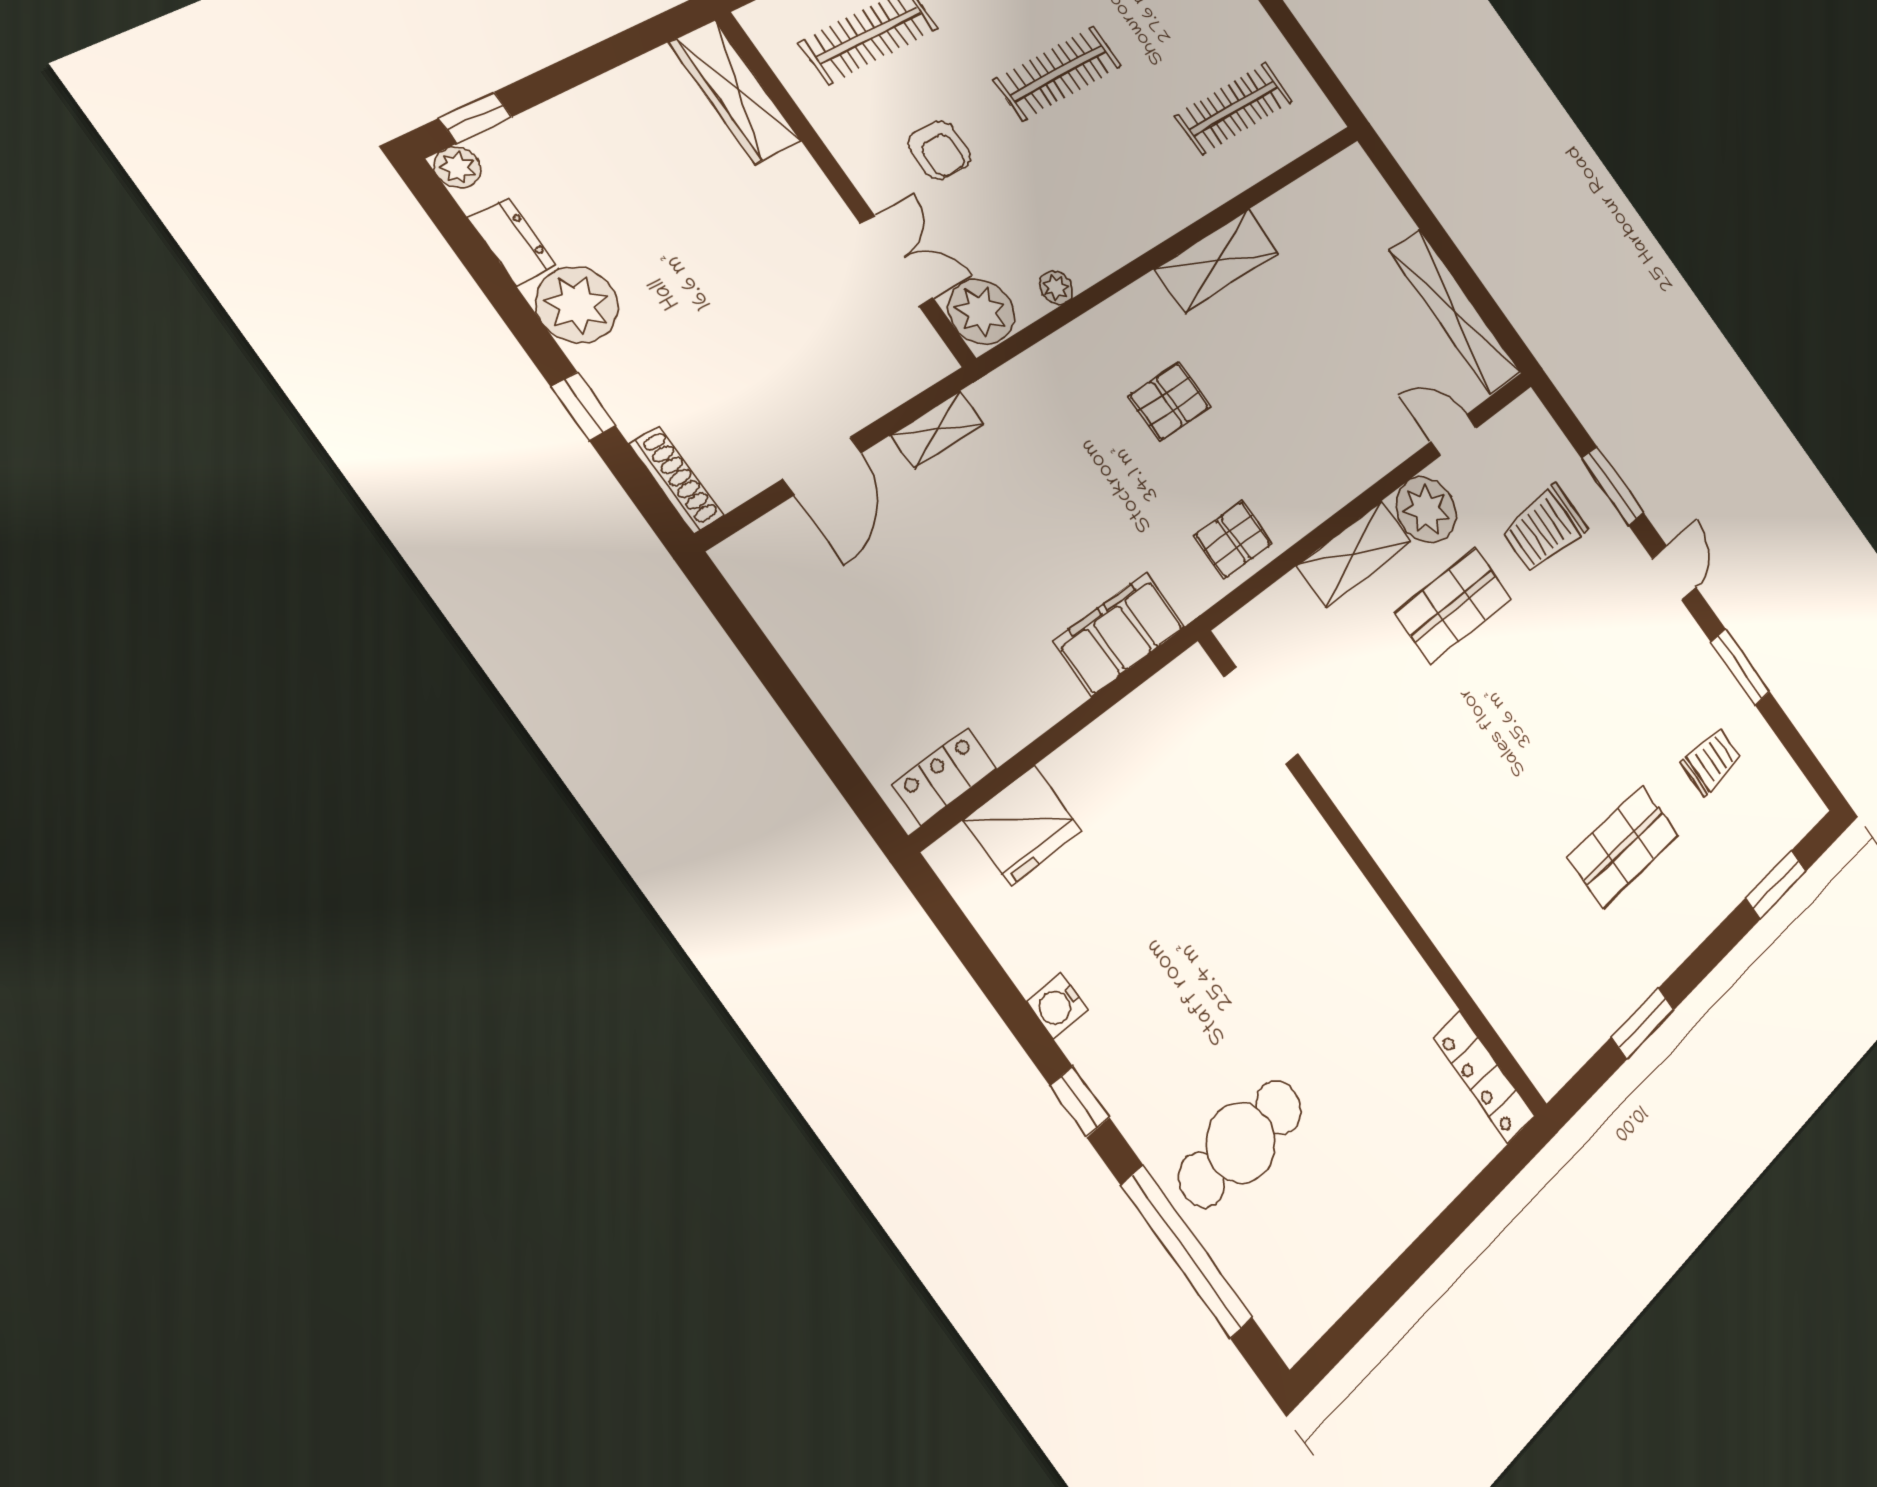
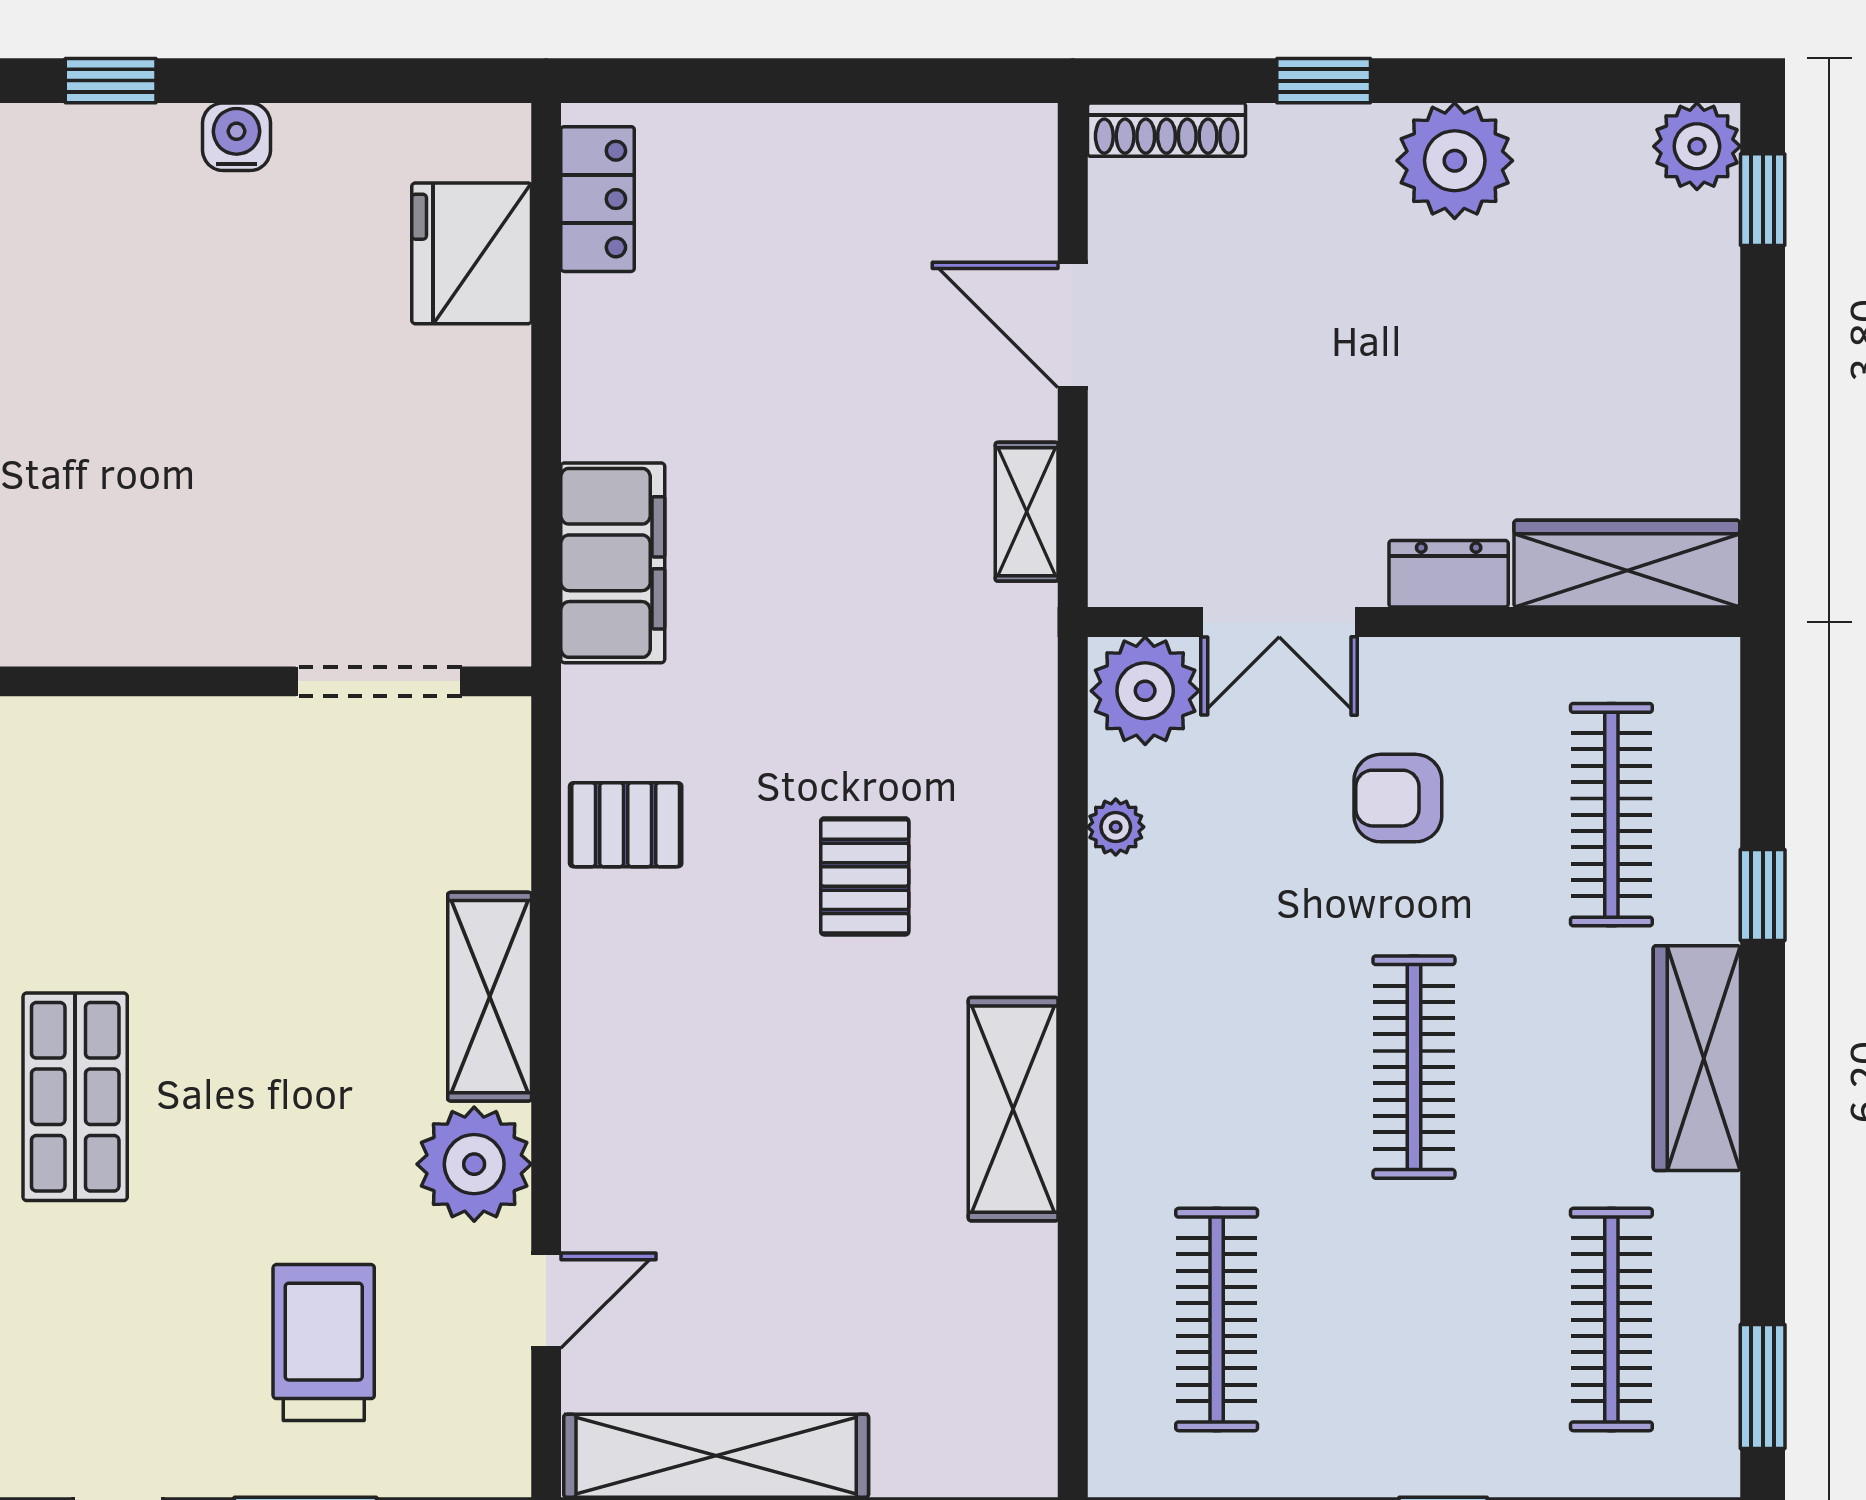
plant: (458, 167) -> (1697, 146), width x1.38, depth x1.38
dresser: (512, 242) -> (1449, 574), moved, turned 180
pallet: (1233, 540) -> (626, 825), turned 90
shop shelf: (1453, 606) -> (75, 1097), moved

